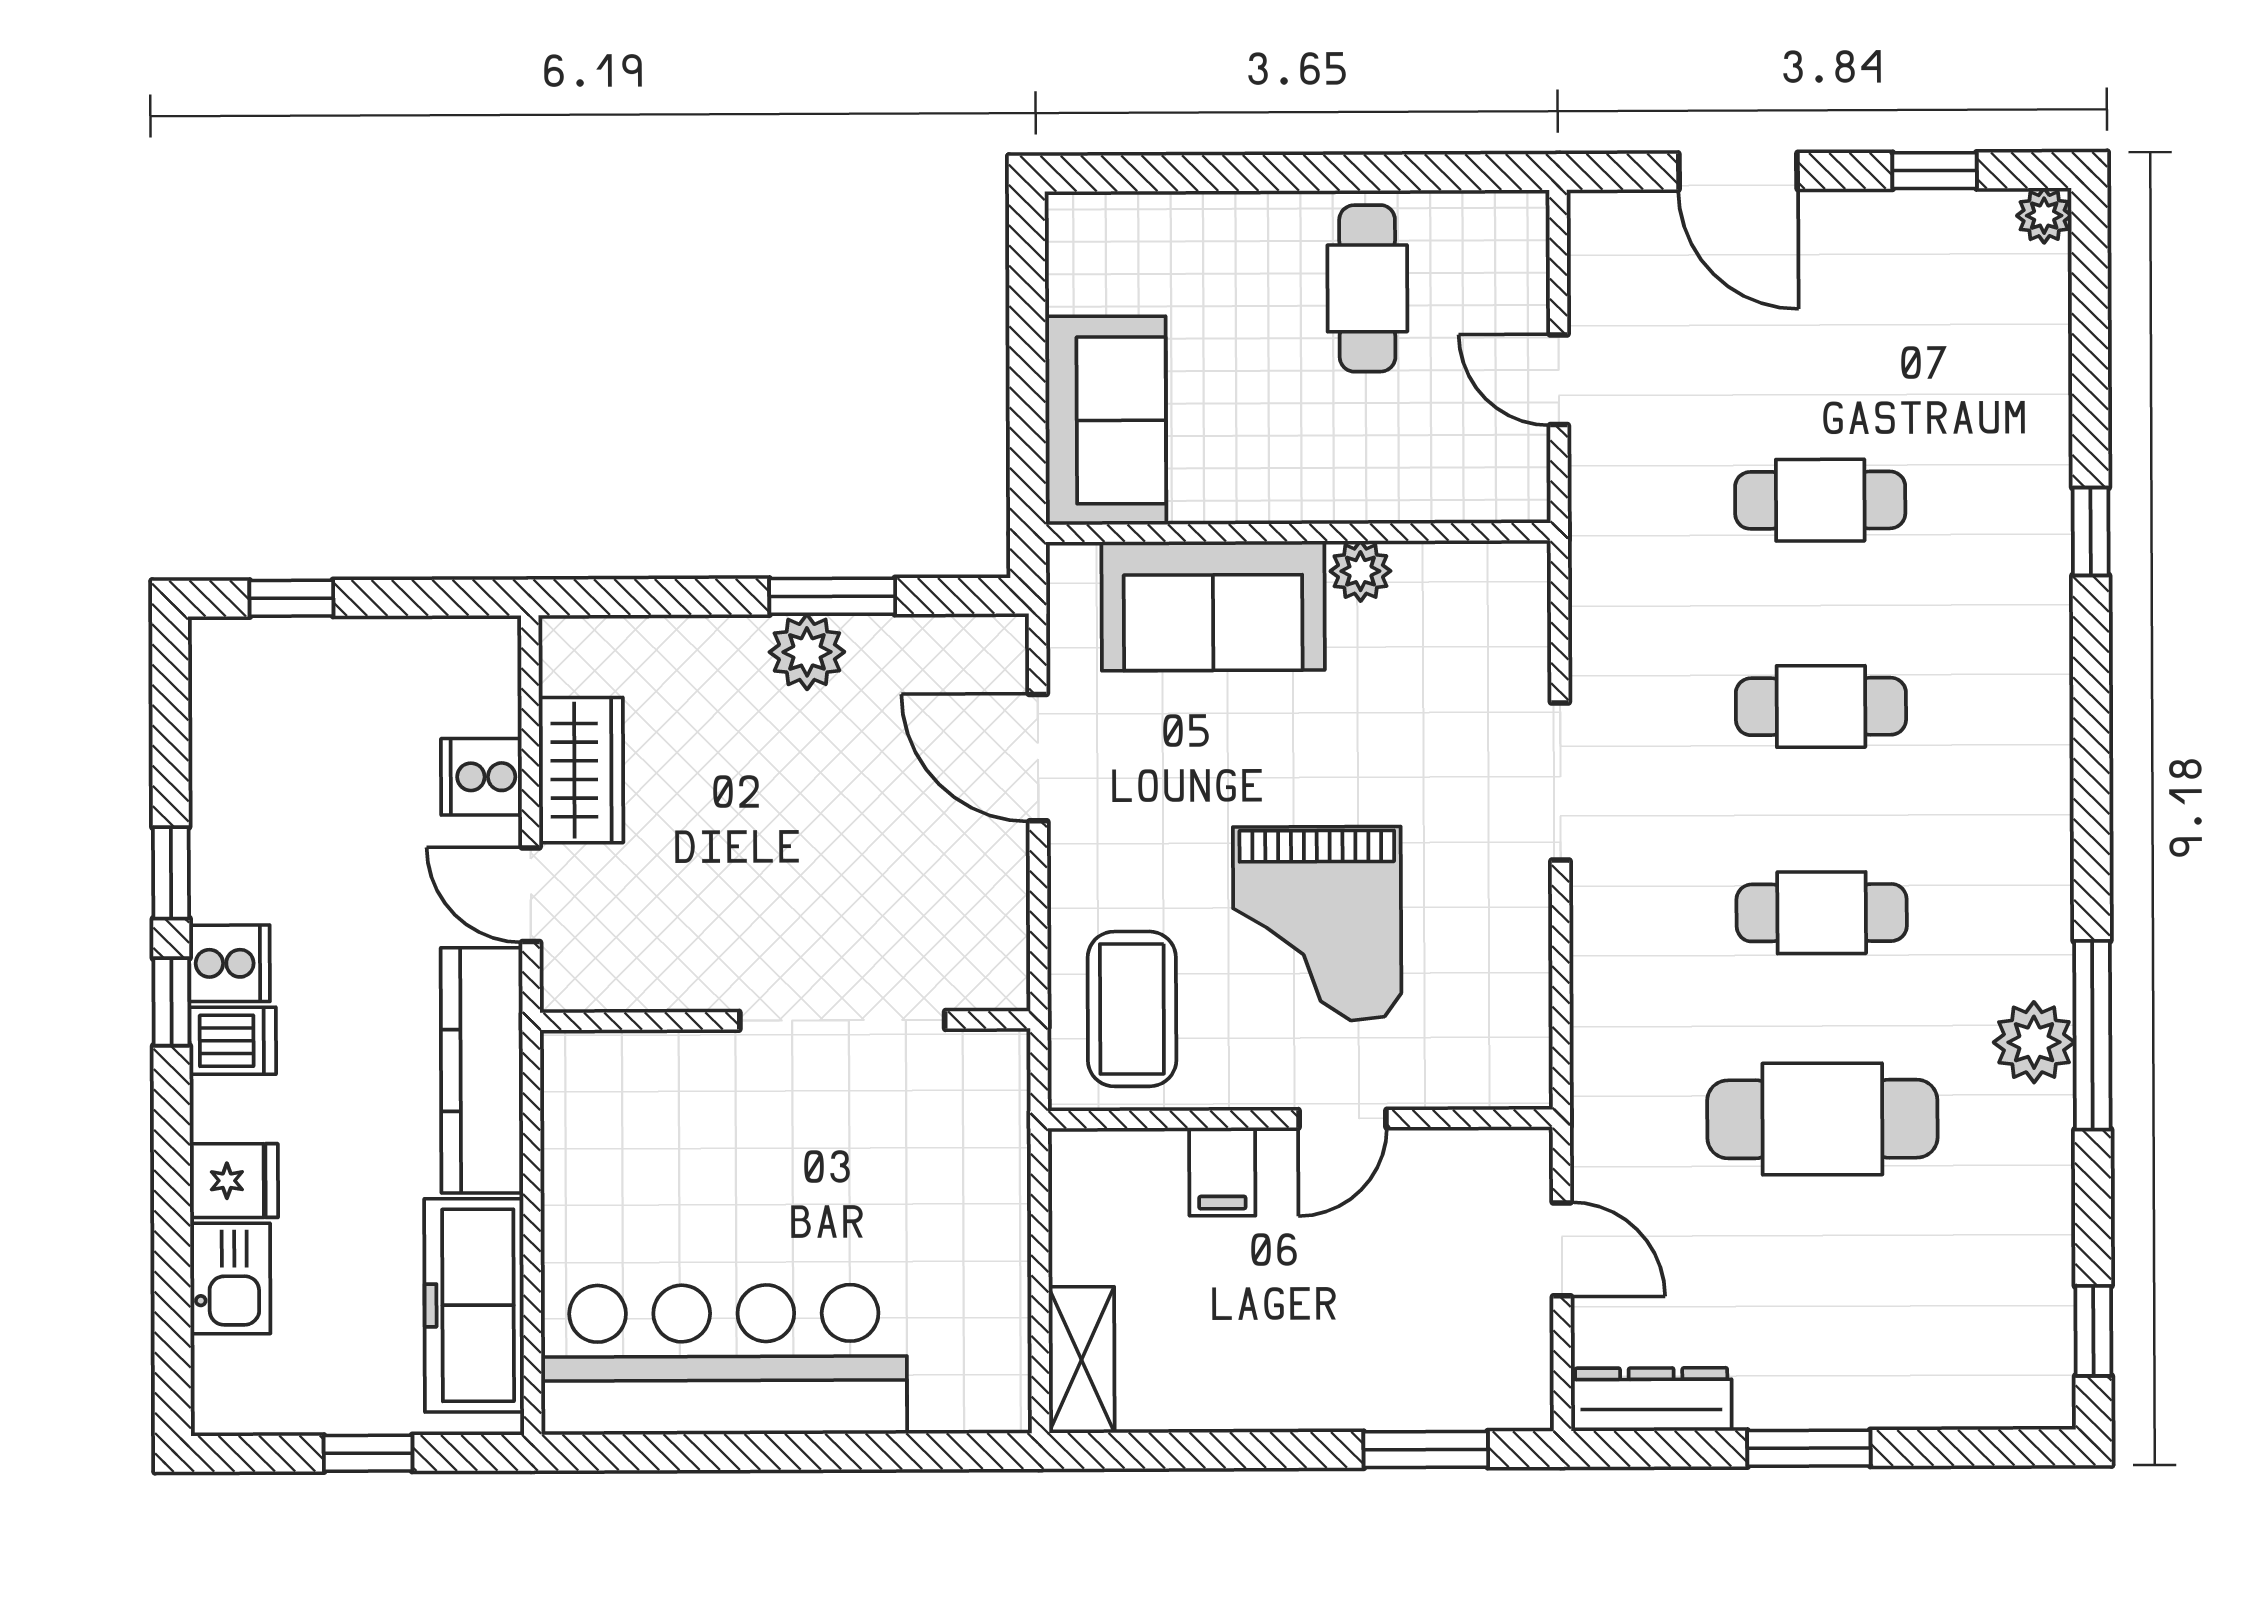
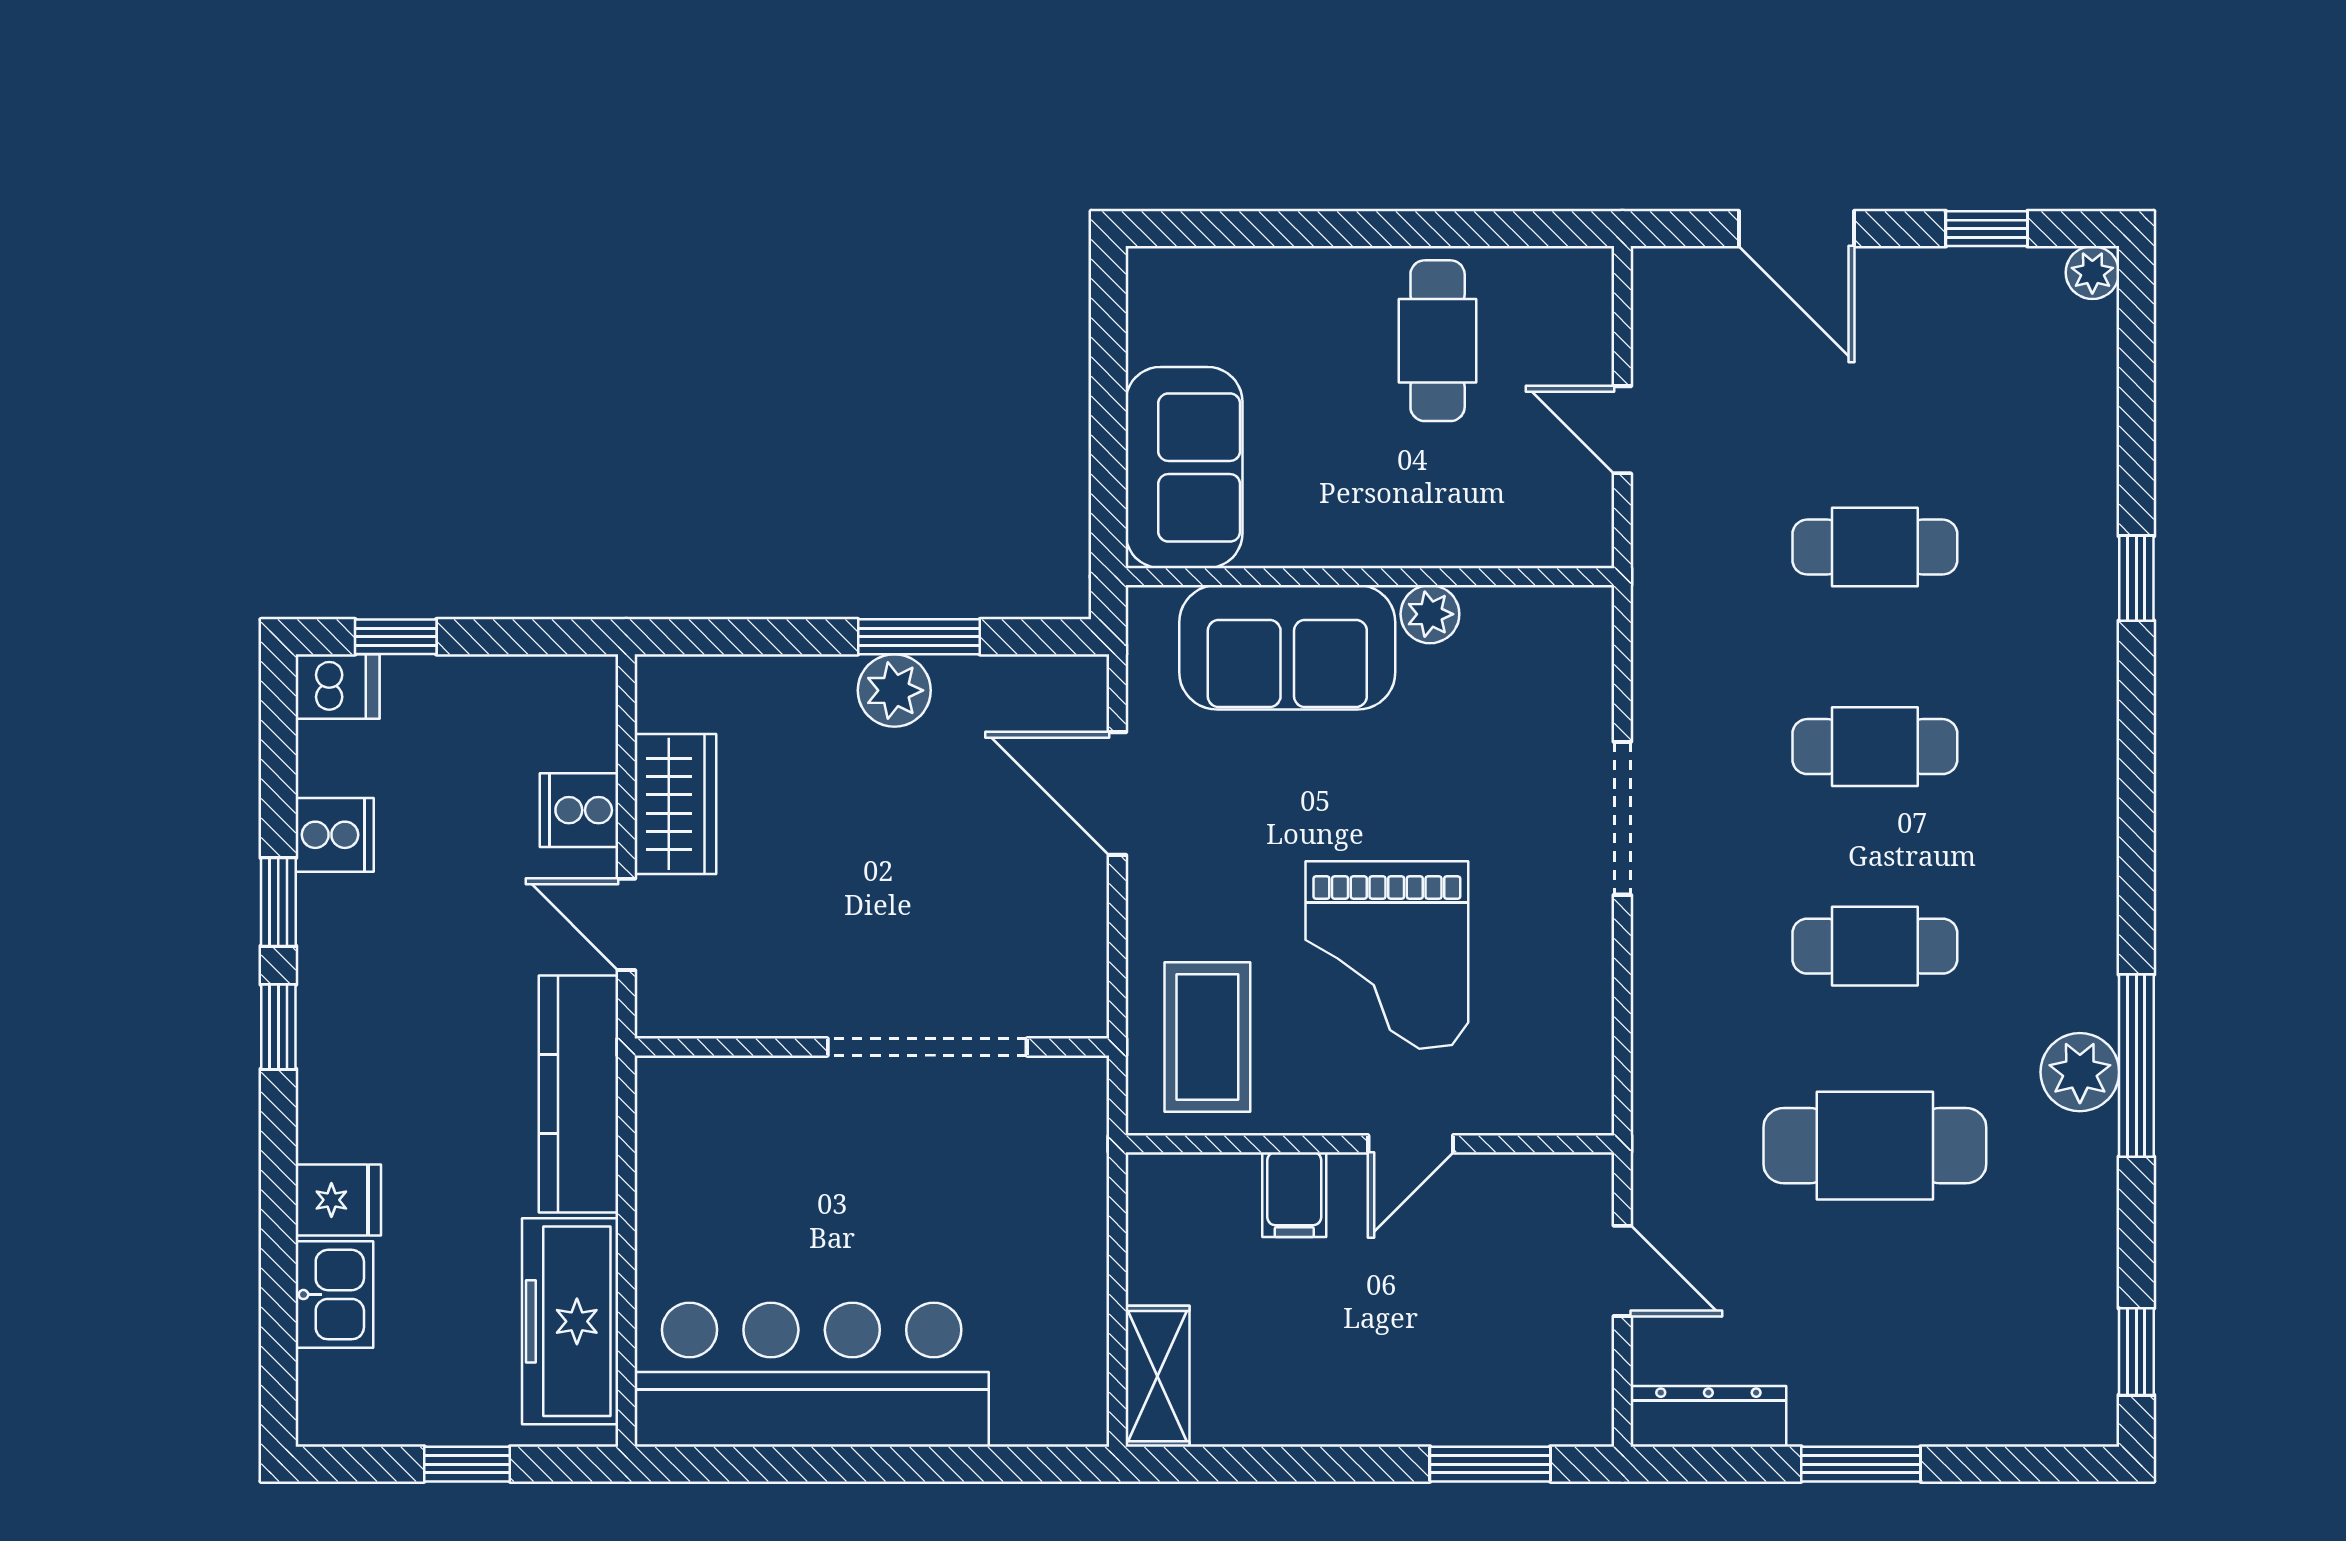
cooker: (229, 963) -> (335, 835), moved
dishwasher: (233, 1041) -> (338, 687), moved

